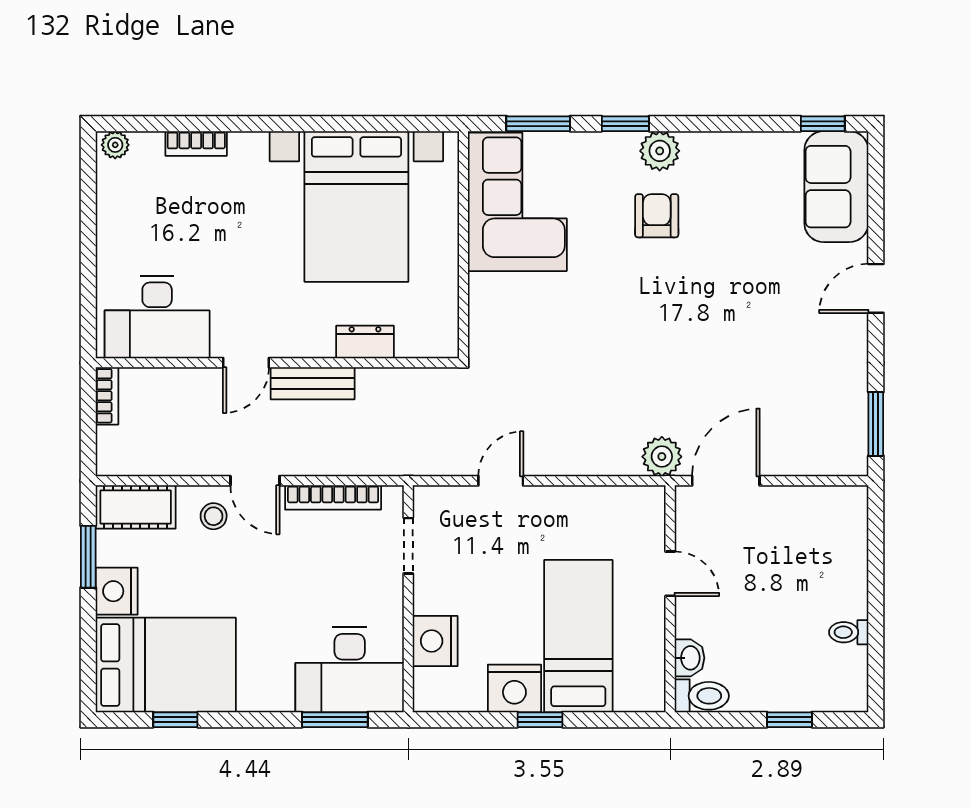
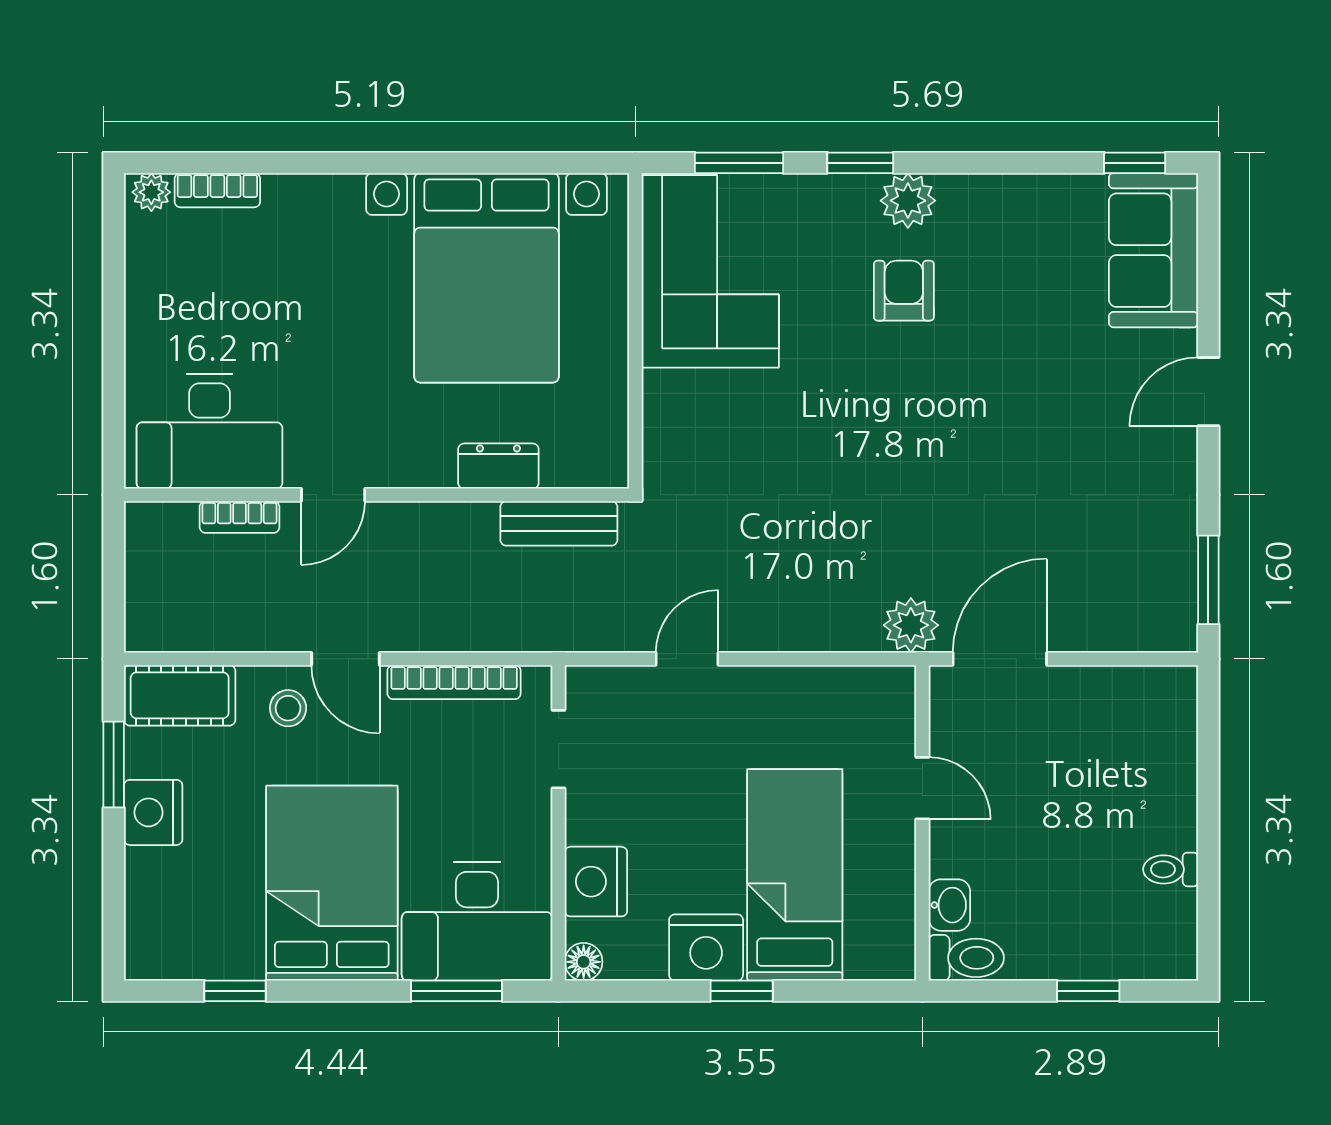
bookcase: (196, 143) -> (217, 190), moved
bench: (313, 383) -> (559, 523), moved
bookcase: (107, 396) -> (240, 517), moved, turned 90
bed: (166, 665) -> (332, 883), moved, turned -90
floor lamp: (426, 699) -> (584, 962), added

